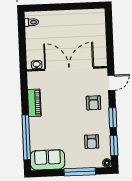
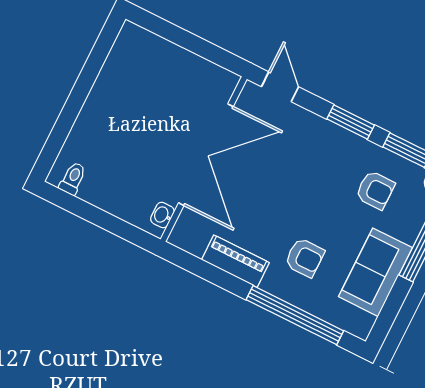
double door: (69, 69) -> (206, 155), swing flipped
armchair: (94, 103) -> (305, 258), moved
sofa: (48, 160) -> (375, 272), moved

